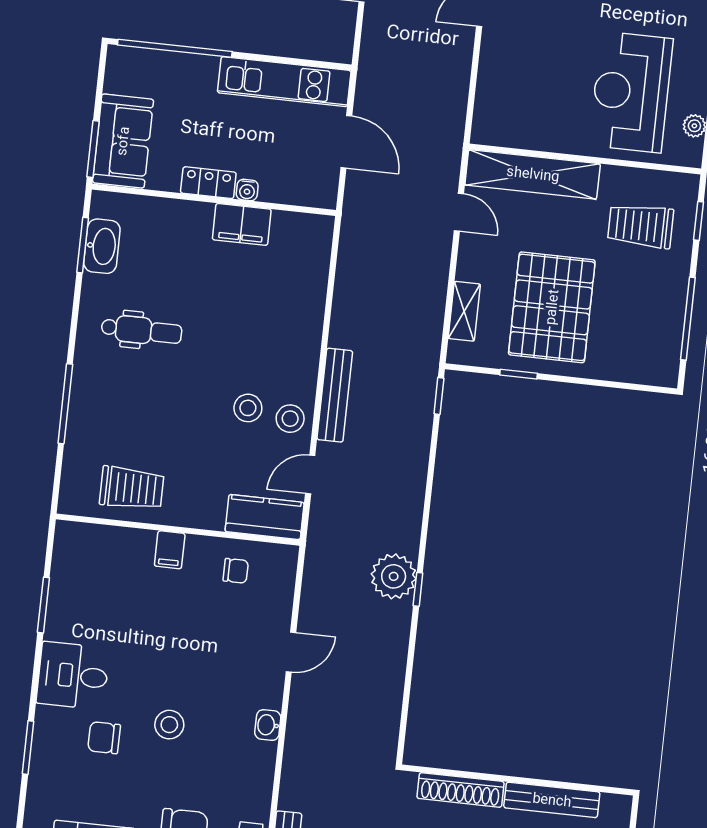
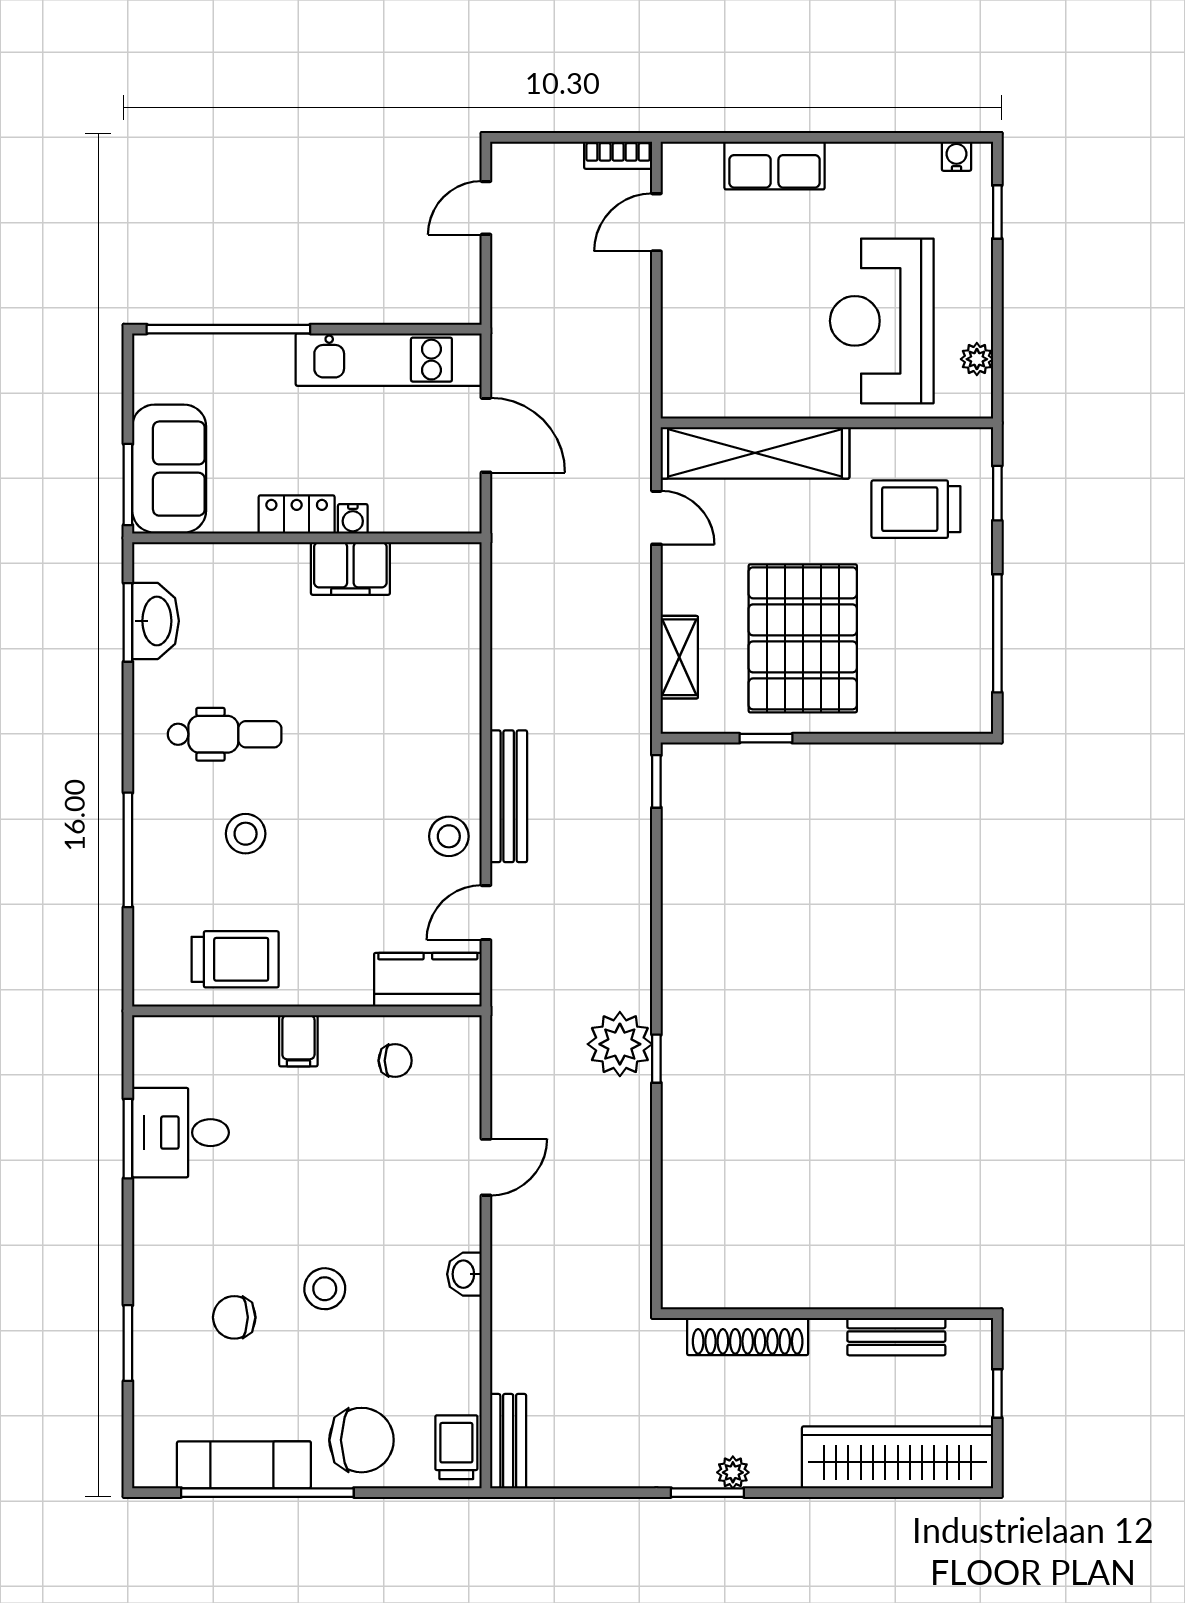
stool: (248, 408) -> (246, 834), moved
desk: (73, 676) -> (181, 1133), moved
bench: (552, 800) -> (896, 1337), width x0.73

